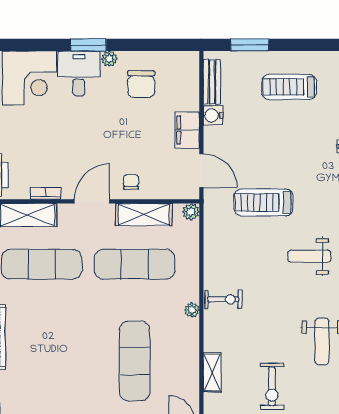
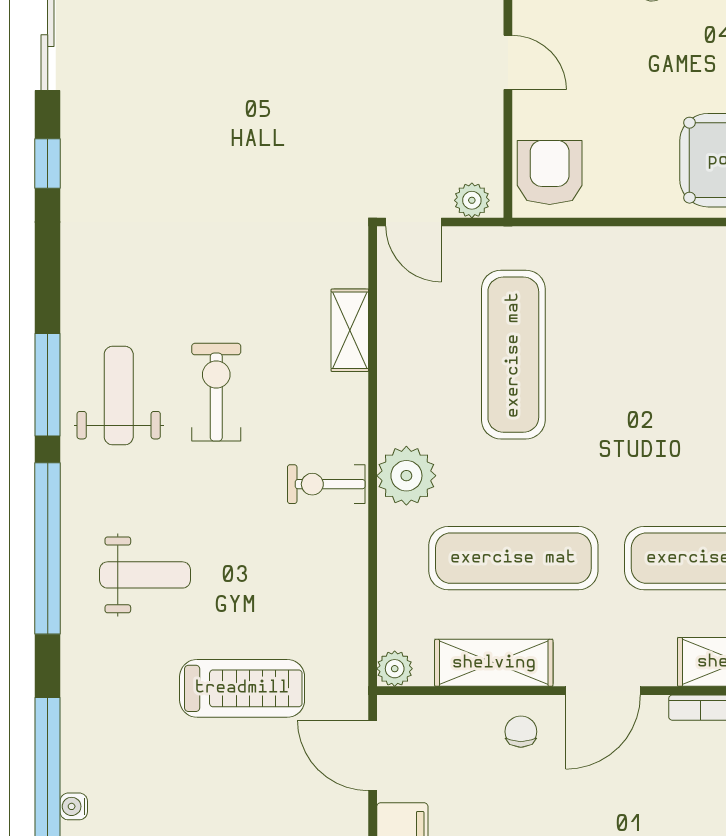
chair: (131, 182) -> (521, 732), turned 180
plant: (192, 310) -> (406, 476), width x1.88, depth x1.88
exercise bike: (272, 386) -> (216, 392), moved

